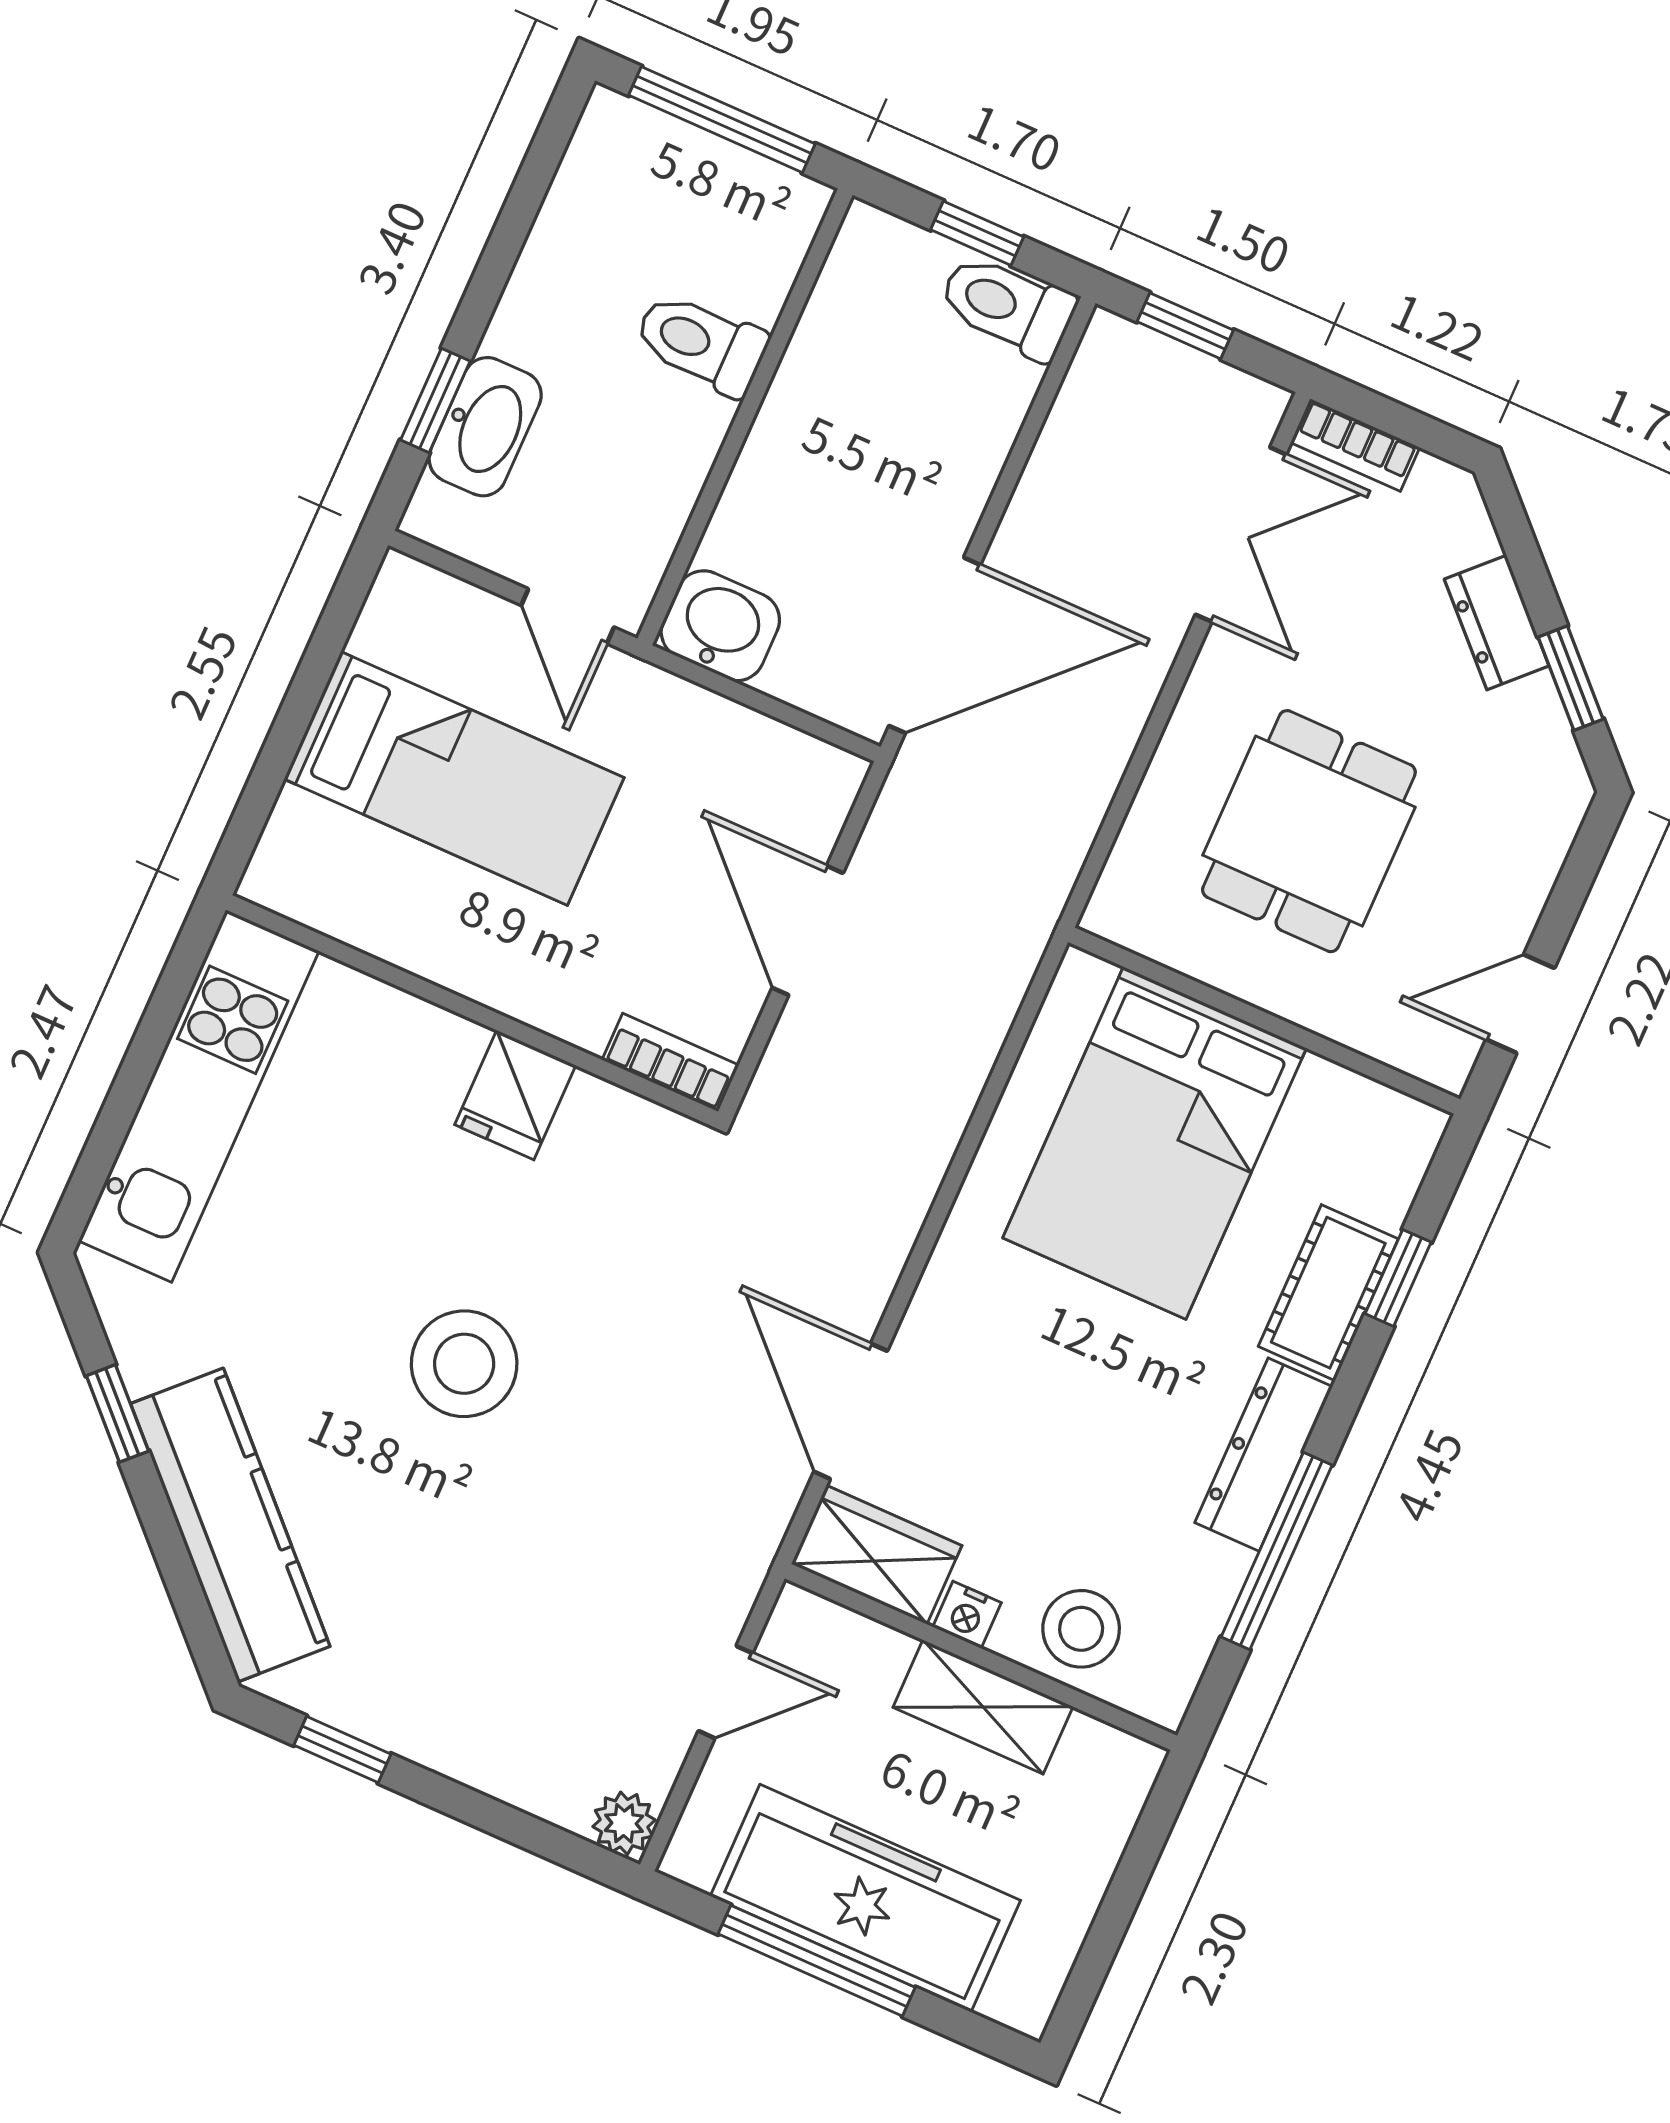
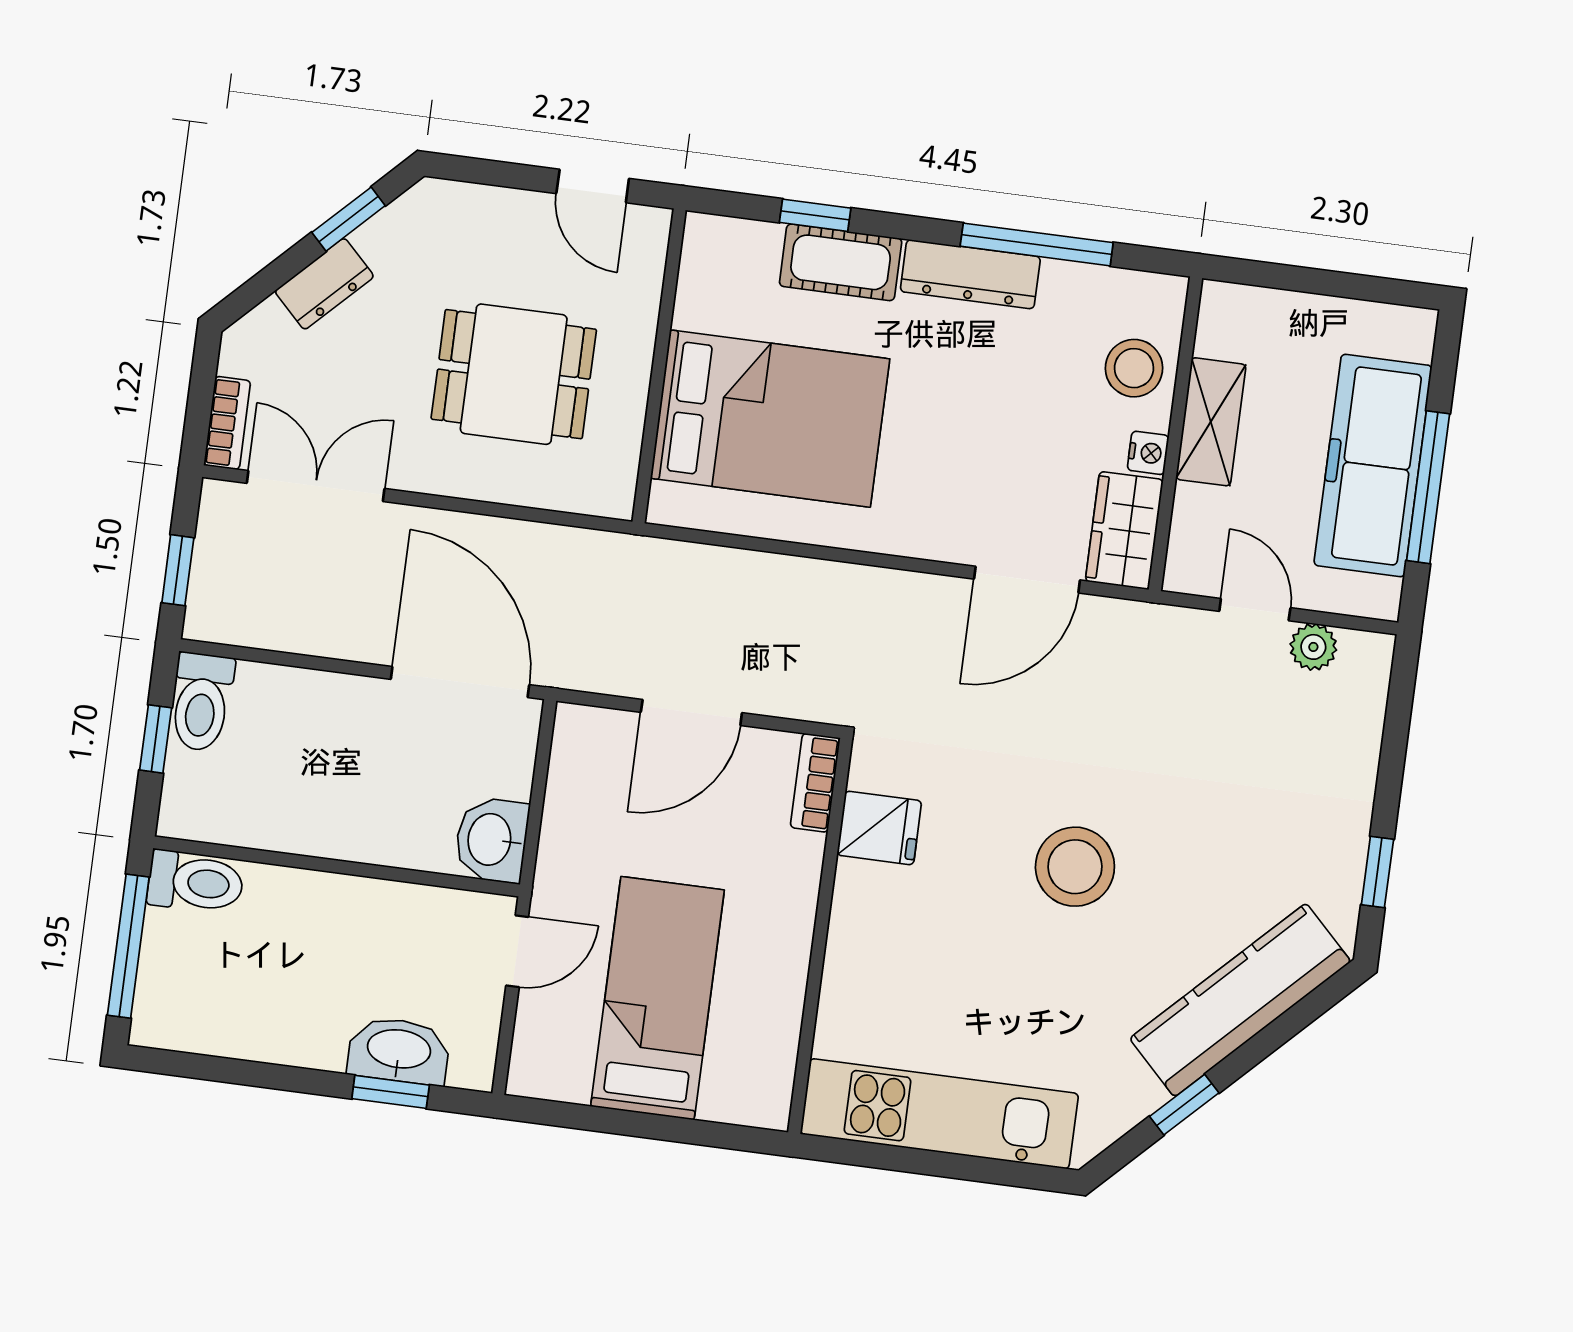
toilet: (701, 343) -> (196, 882), moved, turned -90
fridge: (515, 1095) -> (879, 828), moved
plant: (624, 1823) -> (1313, 647), moved

